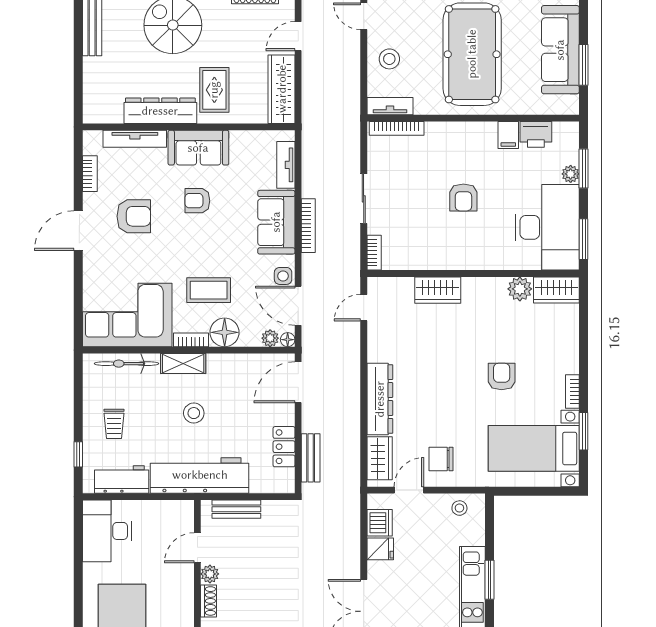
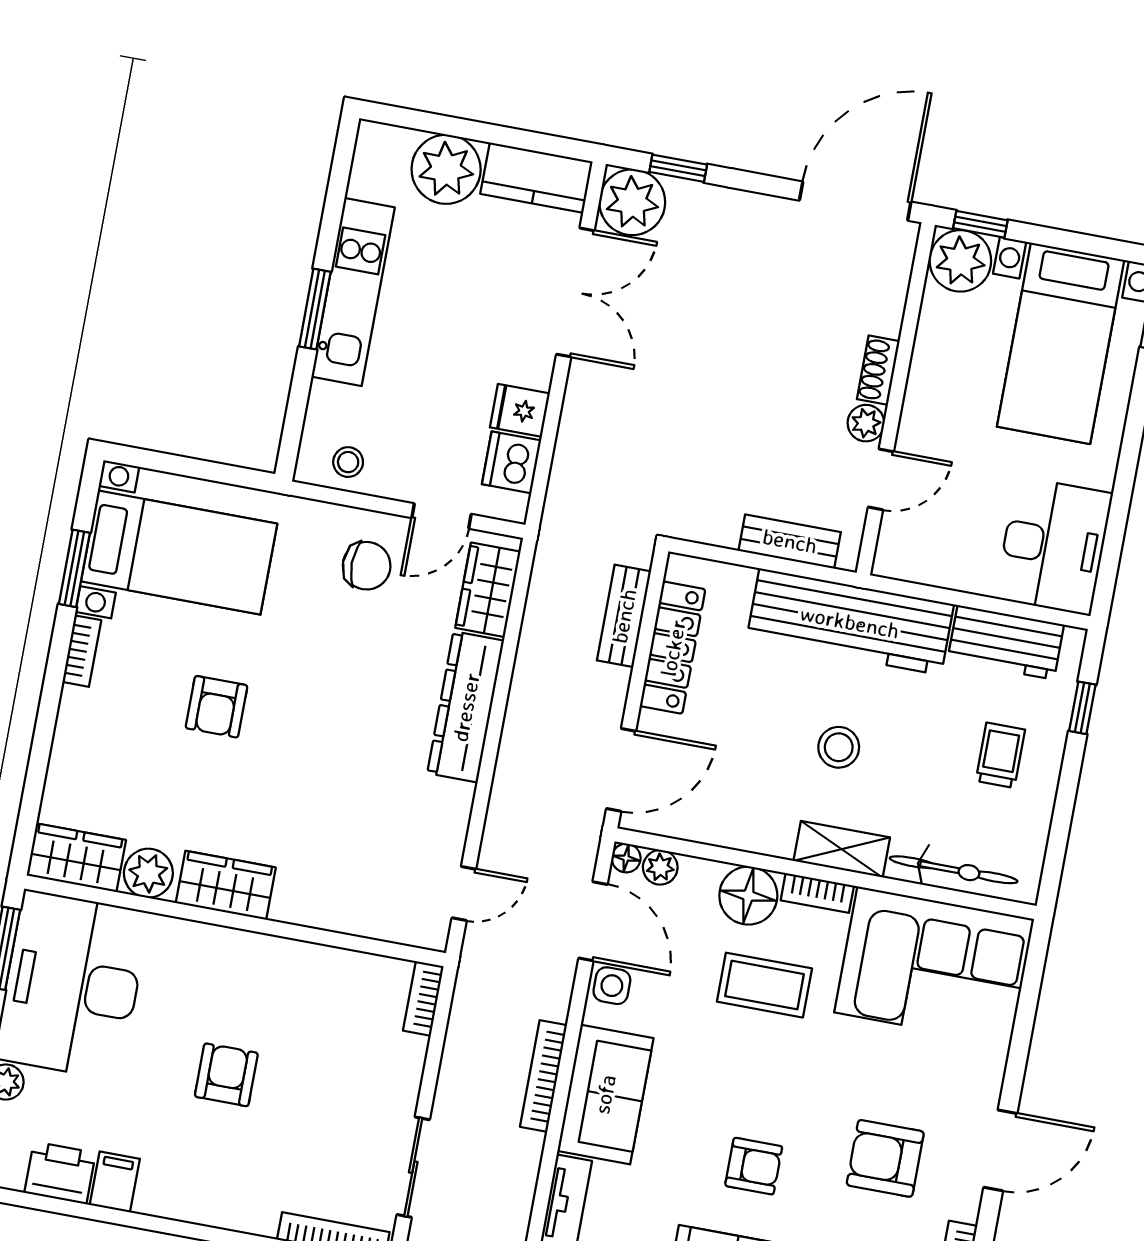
sliding door: (364, 199) -> (413, 1167), moved
wardrobe: (438, 290) -> (226, 885), moved
locker: (284, 447) -> (673, 648), width x1.53

